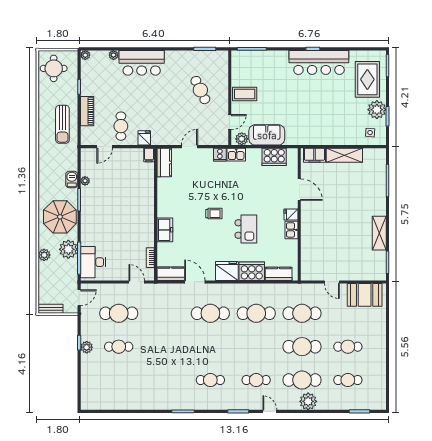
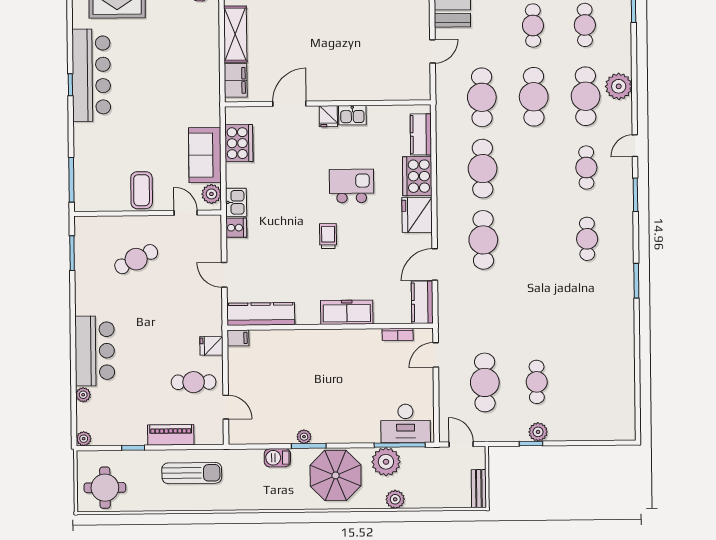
kitchen counter: (164, 162) -> (261, 314), width x1.50
plant: (85, 181) -> (304, 437), moved
freezer: (165, 230) -> (347, 312), width x1.40

